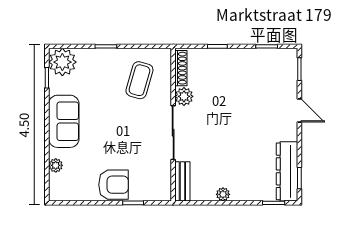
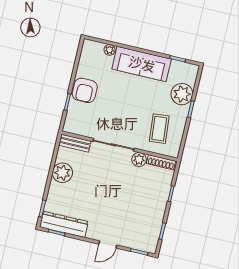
plant: (62, 62) -> (182, 94), moved
coffee table: (139, 80) -> (159, 129), turned 69
sofa: (64, 121) -> (142, 64), width x1.36
plant: (223, 194) -> (62, 173), width x1.87, depth x1.87

